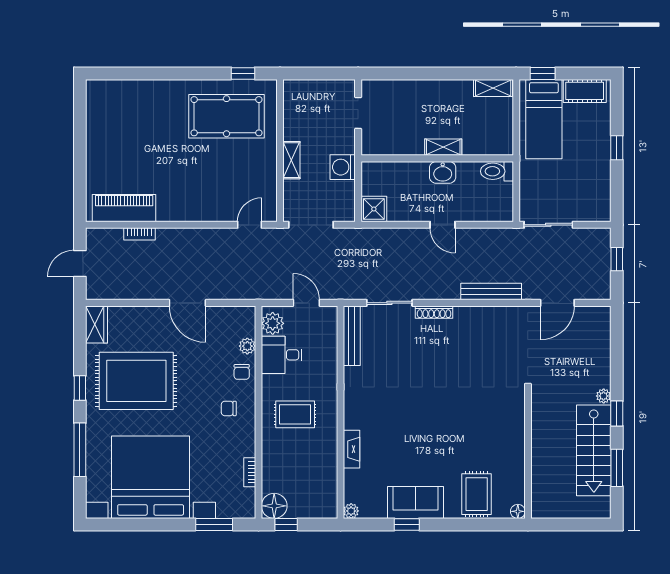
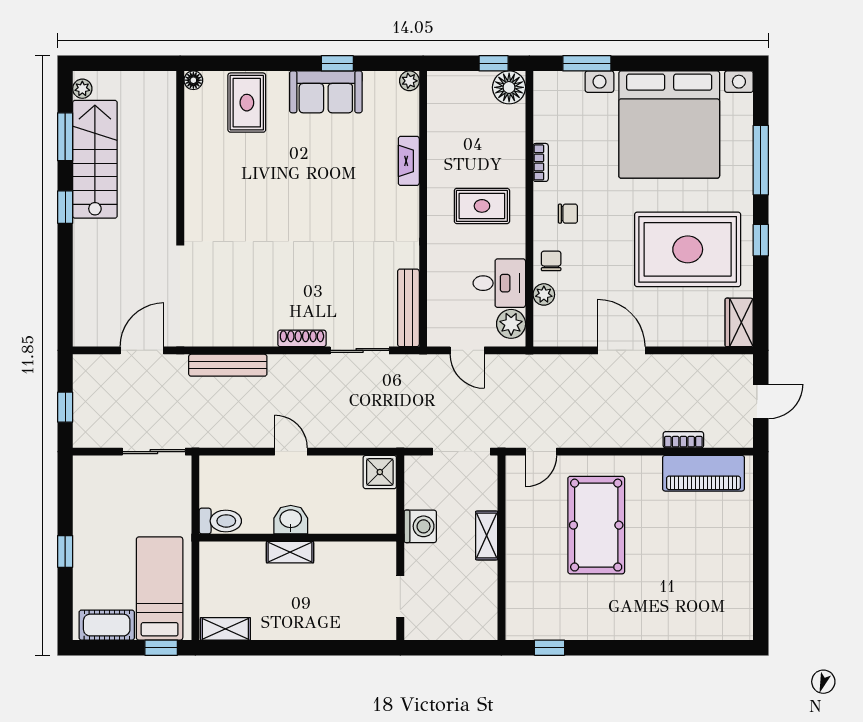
pool table: (226, 116) -> (596, 525), moved, turned 90
plant: (604, 396) -> (82, 89), moved
bookcase: (250, 472) -> (541, 162), moved

